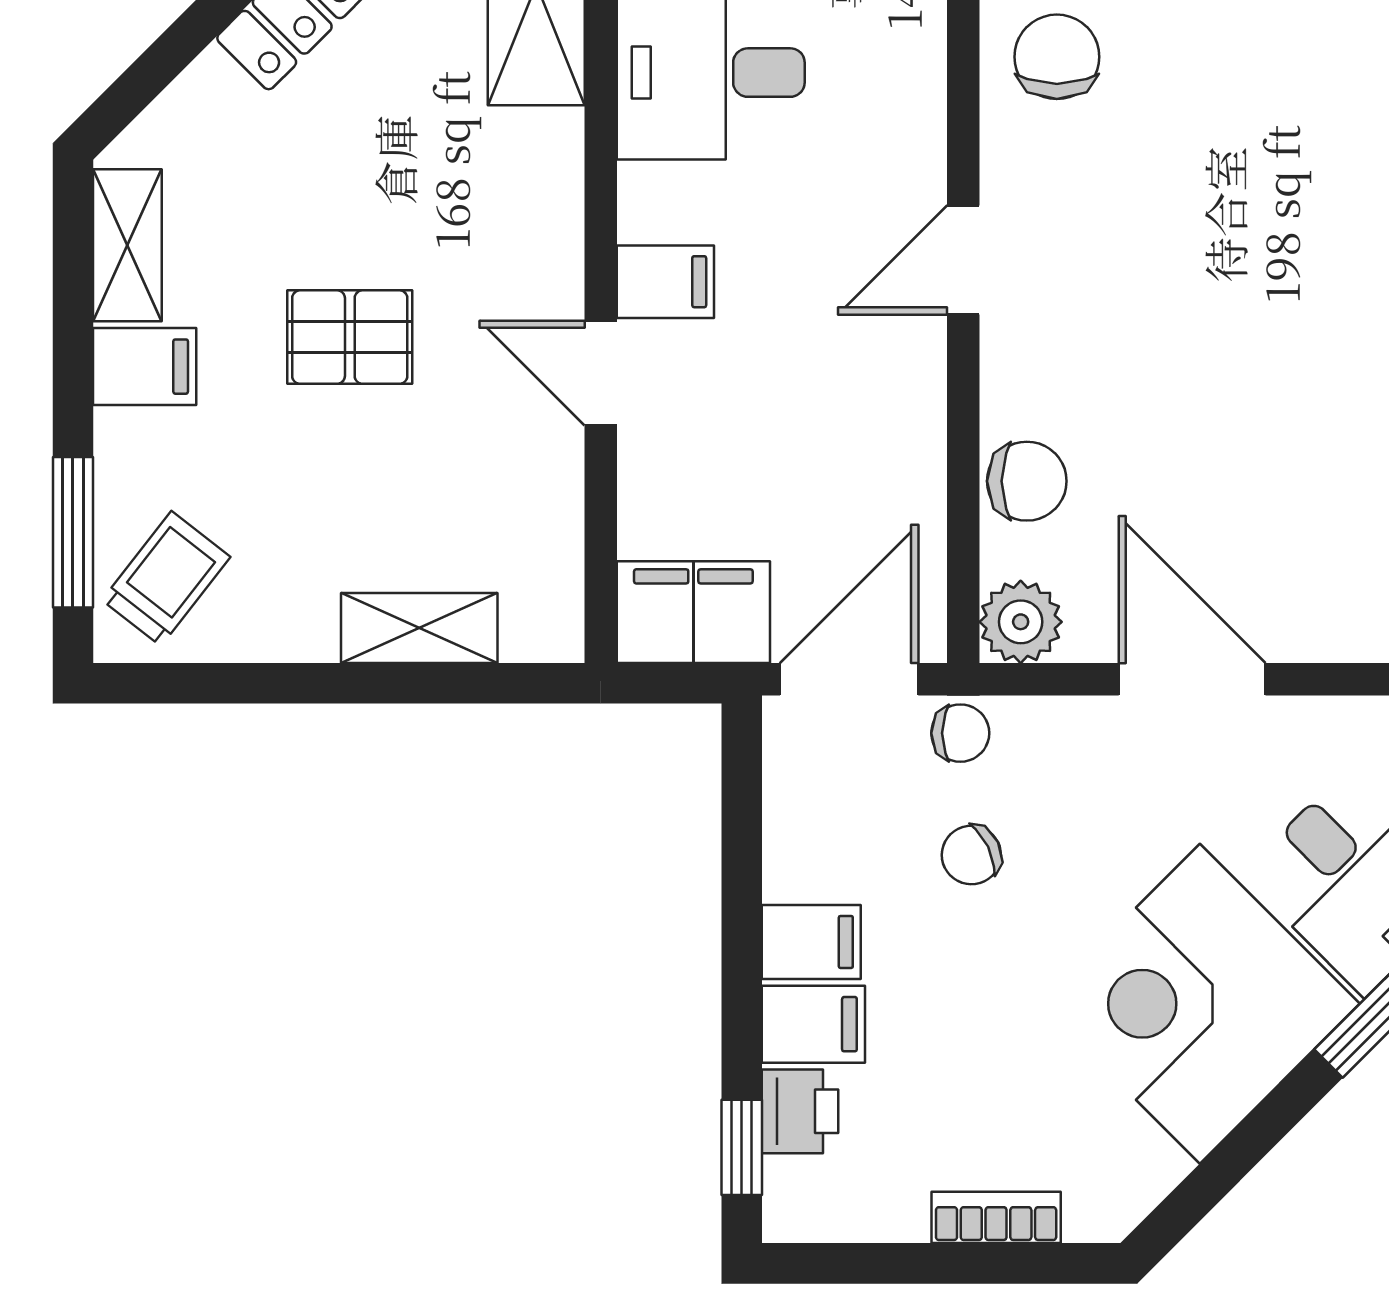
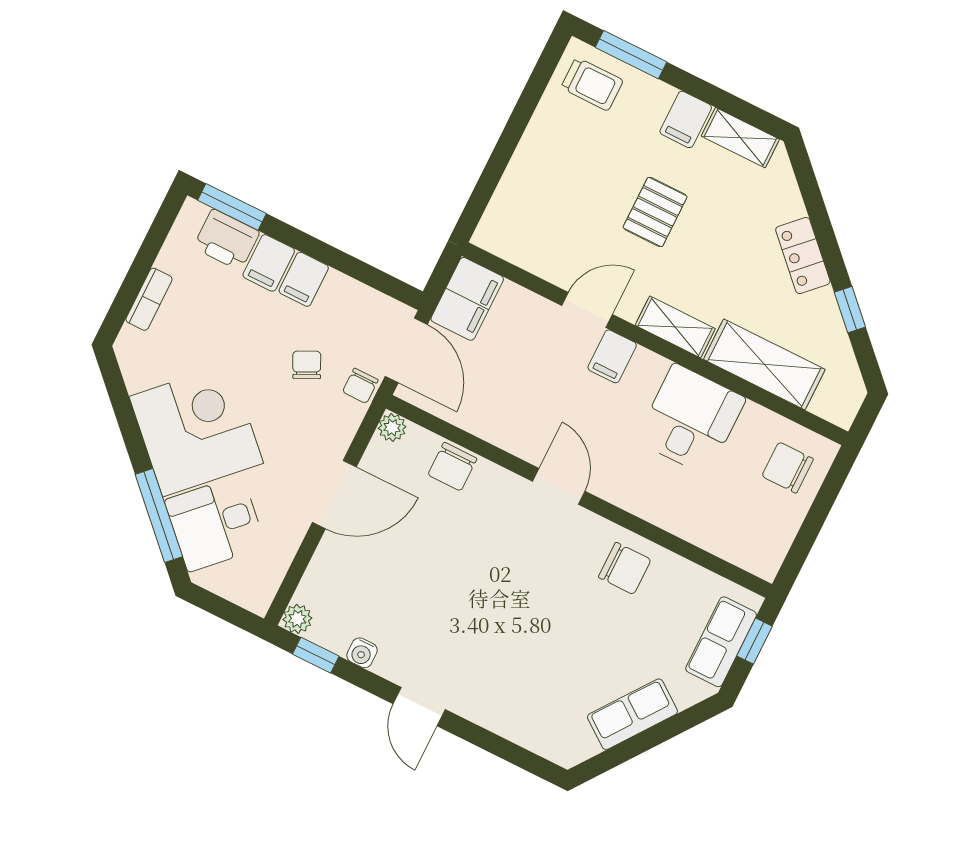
trolley: (166, 579) -> (592, 84), turned -38
plant: (1021, 622) -> (392, 427), width x0.73, depth x0.73
shelving: (419, 628) -> (675, 327), moved, turned 90
printer: (800, 1111) -> (226, 240), width x1.36, depth x1.24
window: (742, 1147) -> (232, 207), width x1.50

